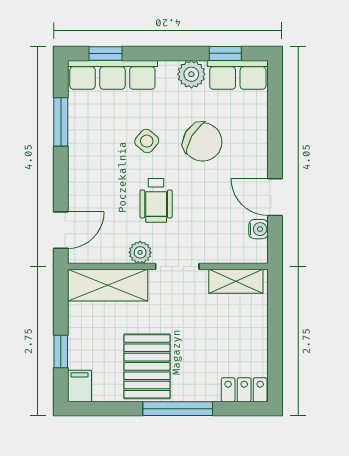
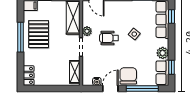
window: (275, 122) -> (142, 88), added
chair: (202, 142) -> (128, 76), moved, turned 149
pallet: (147, 366) -> (39, 34), turned 90
window: (178, 409) -> (21, 37), moved

